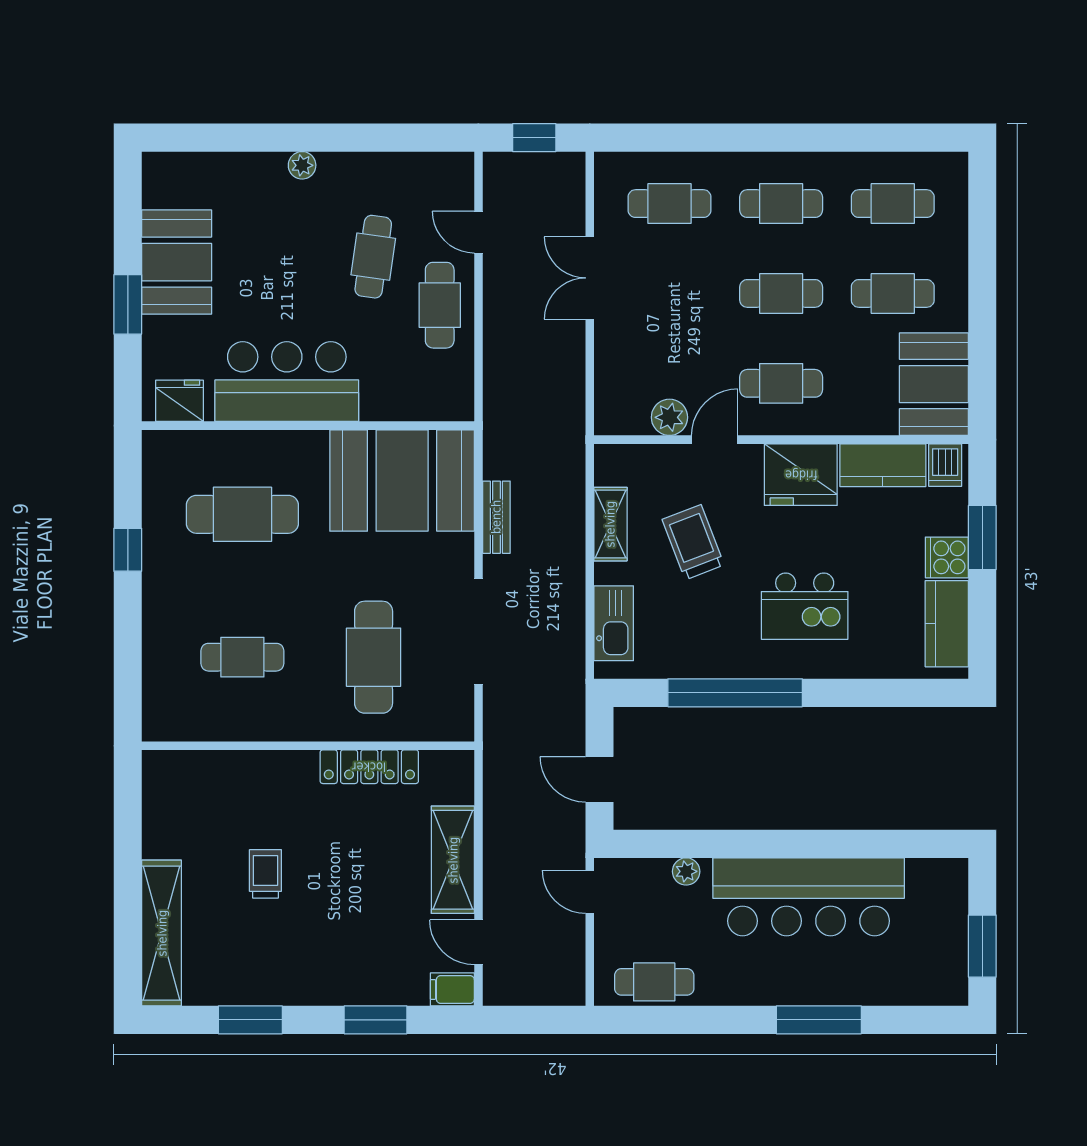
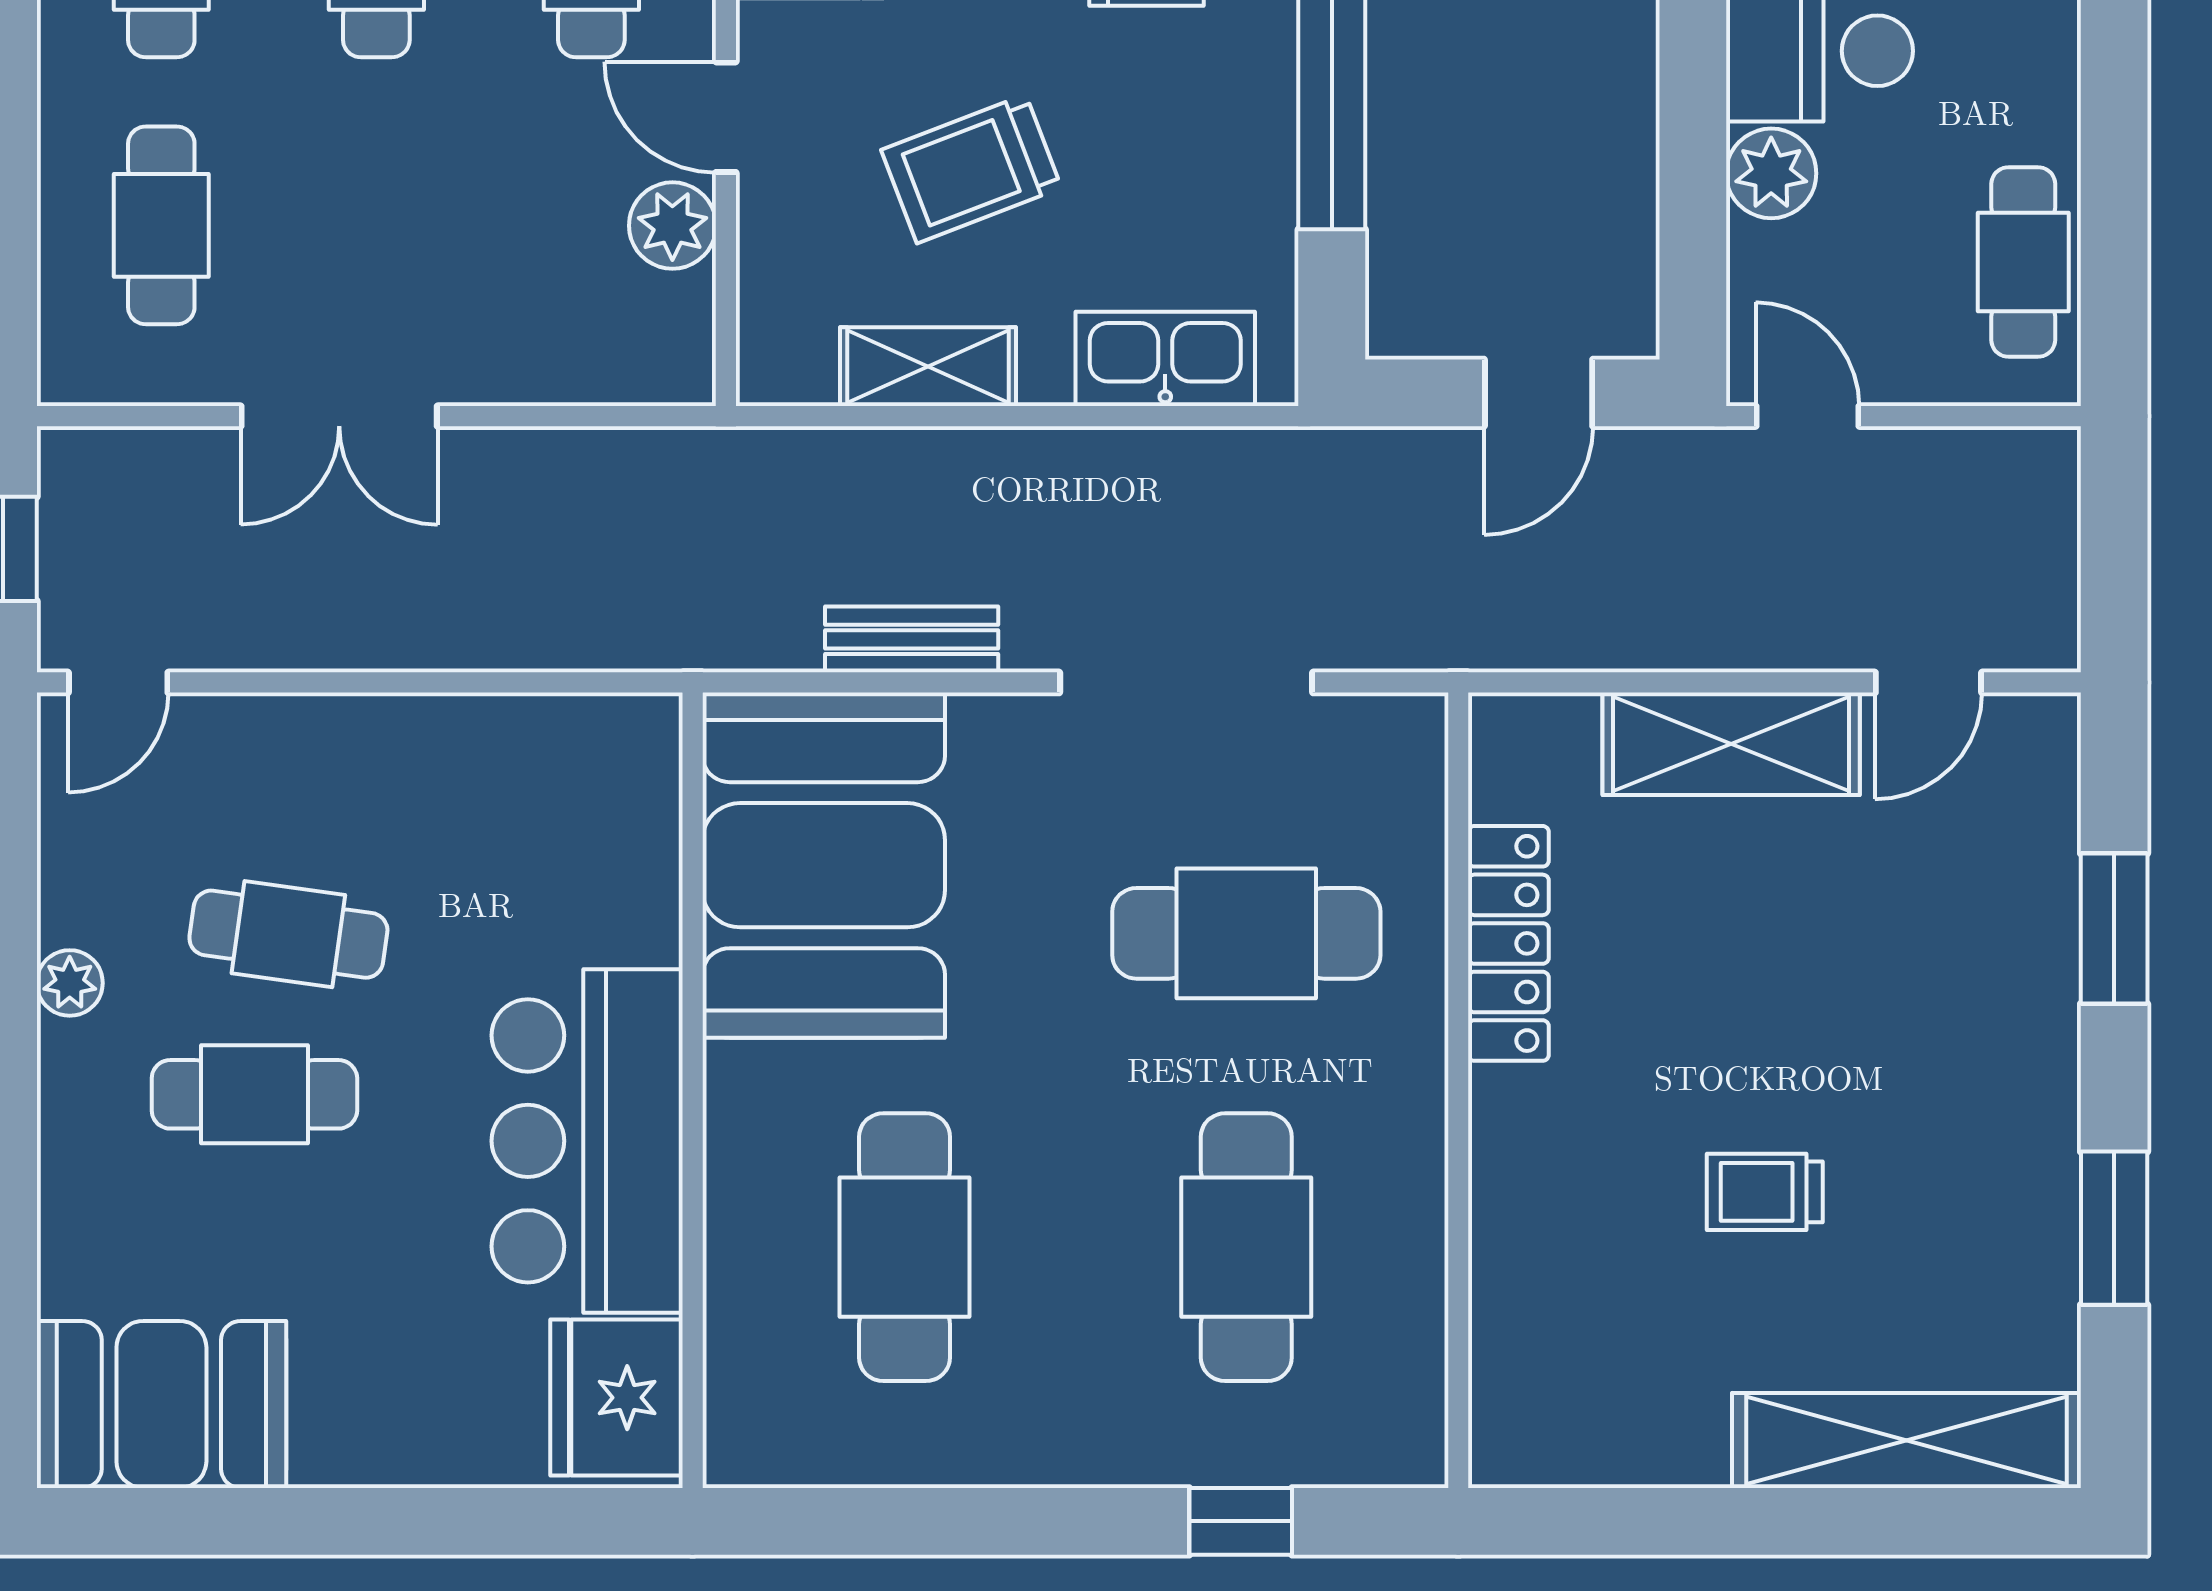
plant: (302, 165) -> (70, 983), moved
door: (478, 232) -> (118, 682), moved
booth: (177, 262) -> (161, 1404), moved
window: (128, 304) -> (403, 1521), removed
cafe table: (440, 305) -> (254, 1094), moved
fridge: (180, 401) -> (616, 1398), width x1.36, depth x1.34
window: (128, 550) -> (1241, 1521), moved
cafe table: (242, 657) -> (1246, 1247), width x1.37, depth x1.35
plant: (686, 871) -> (1771, 173), width x1.38, depth x1.38
door: (590, 892) -> (1807, 416), swing flipped
filing cabinet: (452, 989) -> (2041, 745), removed

